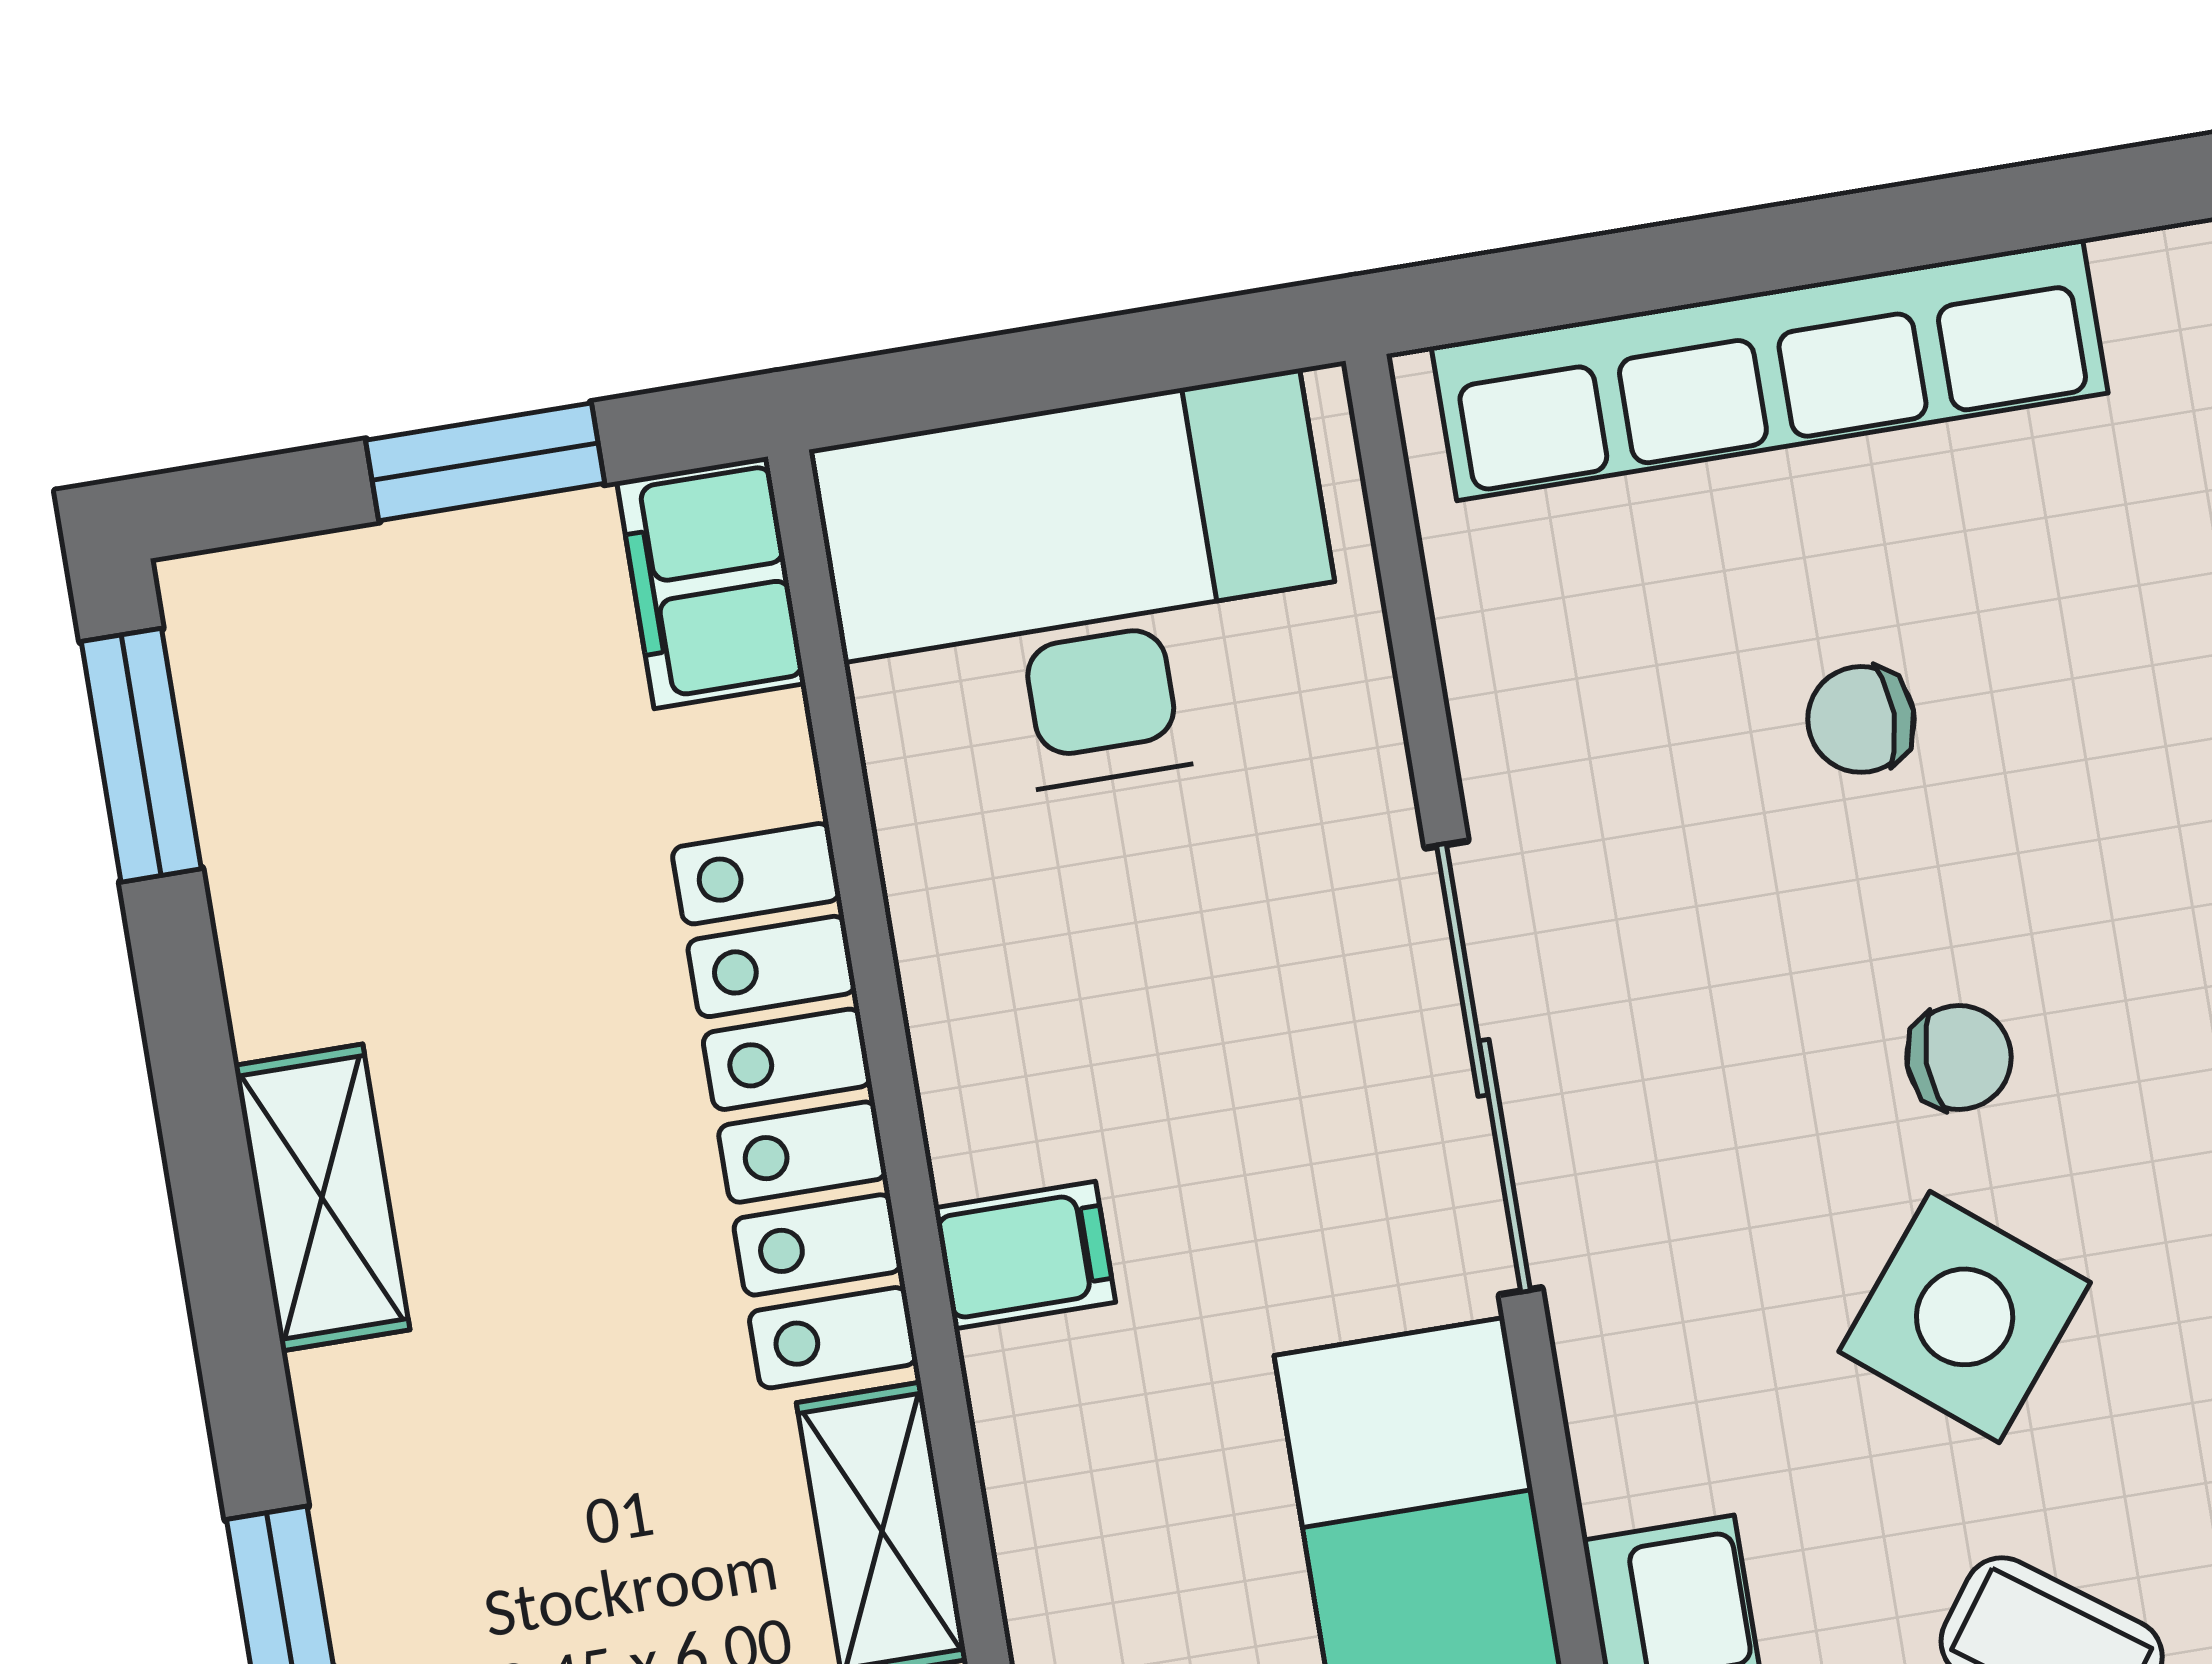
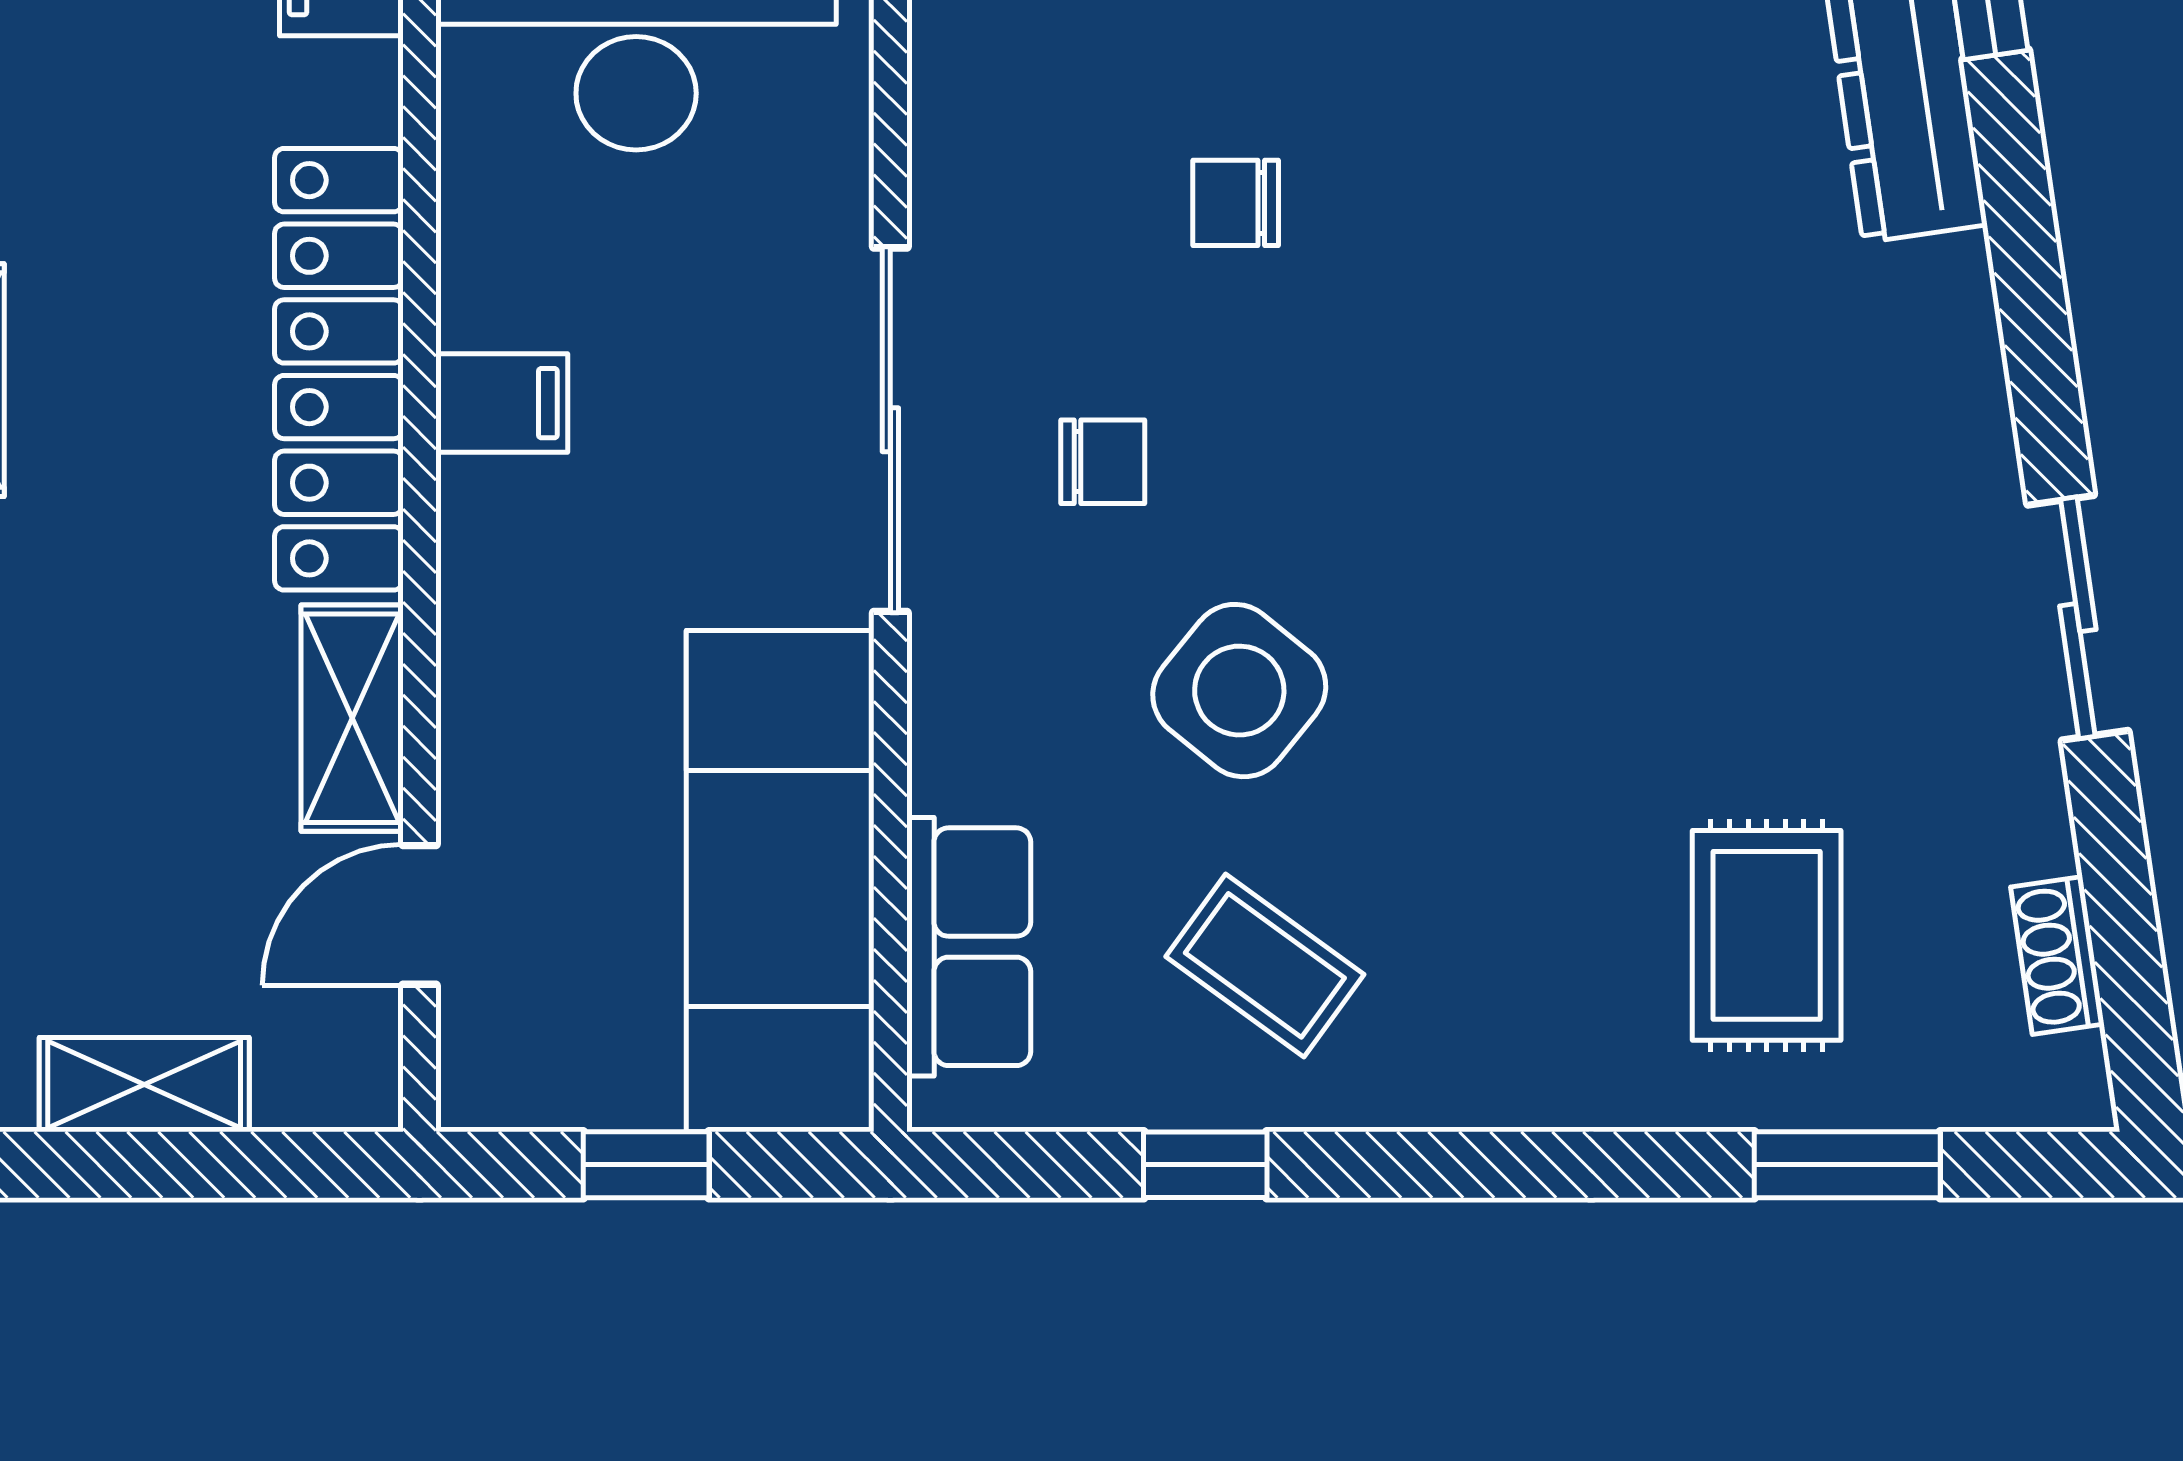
chair: (1959, 1057) -> (1103, 462), moved
filing cabinet: (1025, 1255) -> (502, 403), moved

